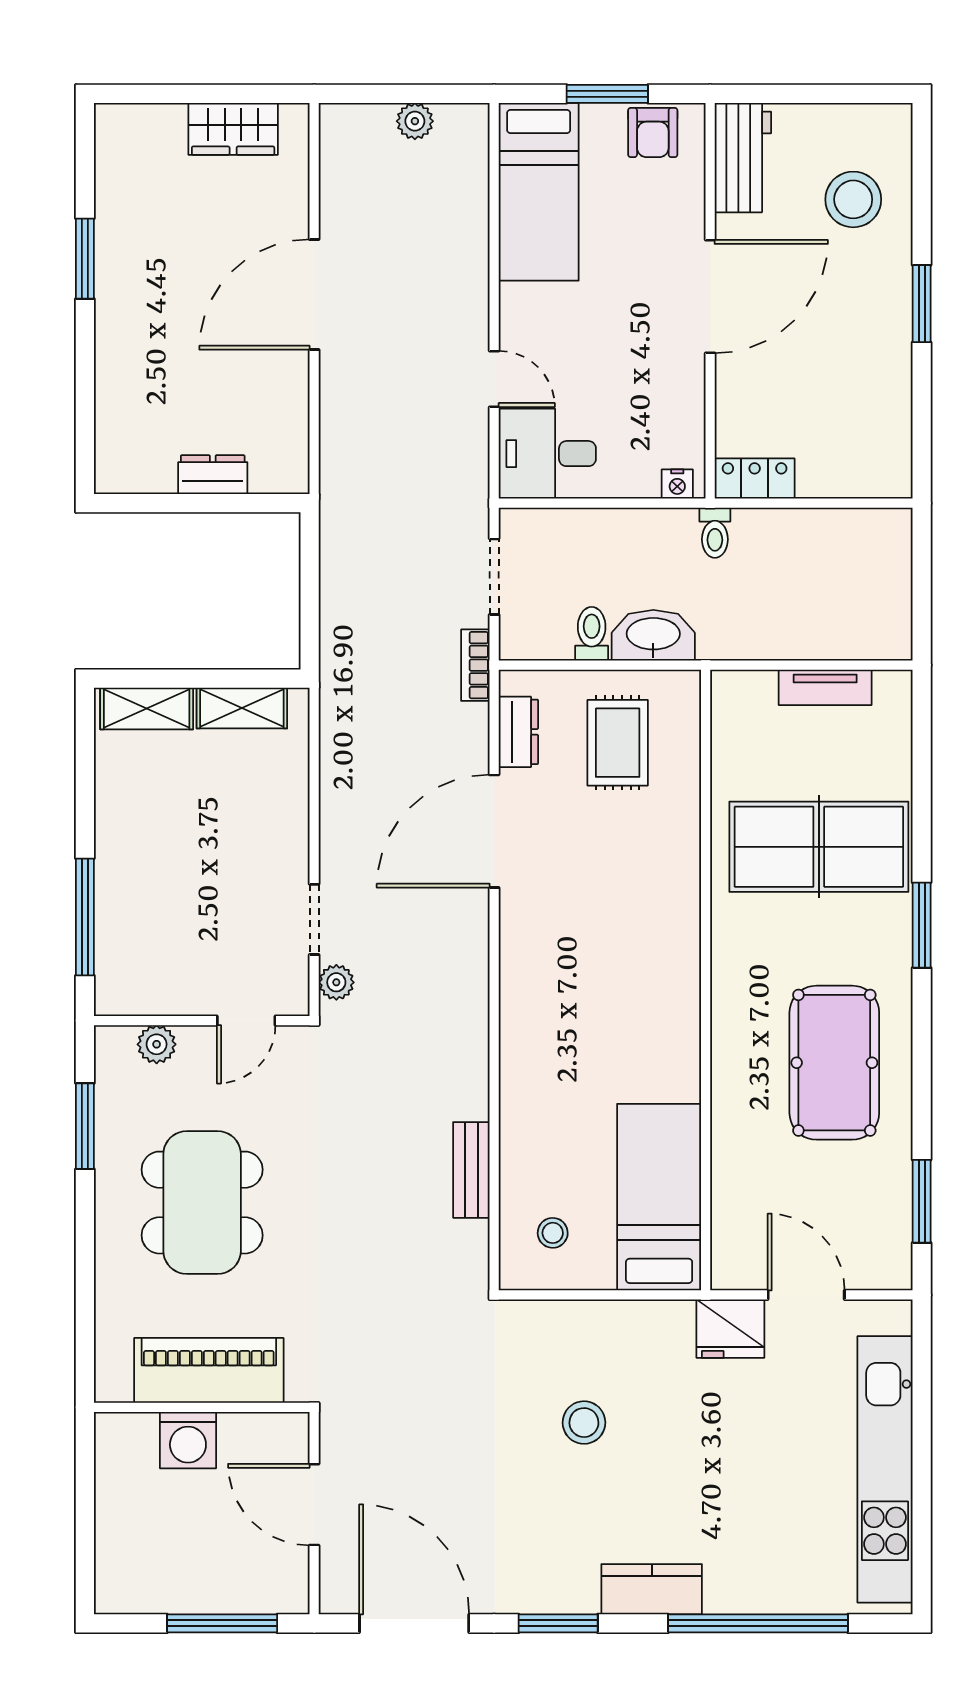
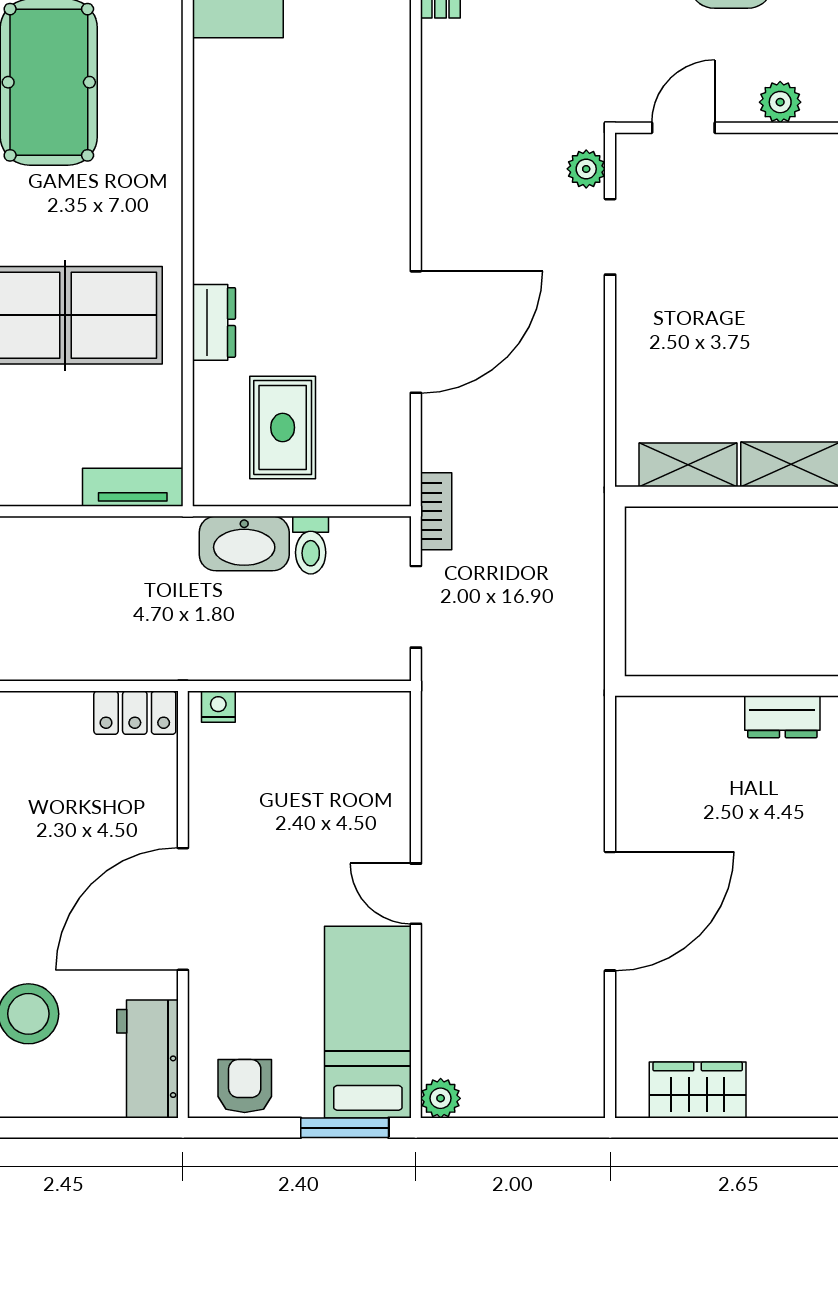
window: (607, 94) -> (345, 1128), moved
plant: (415, 121) -> (441, 1098), moved
door: (494, 379) -> (416, 894), moved
desk: (547, 454) -> (359, 739), removed
dresser: (213, 475) -> (782, 717), moved
toilet: (715, 533) -> (178, 654), removed
tv unit: (825, 687) -> (133, 487), moved
dresser: (518, 732) -> (214, 322), moved, turned 180

